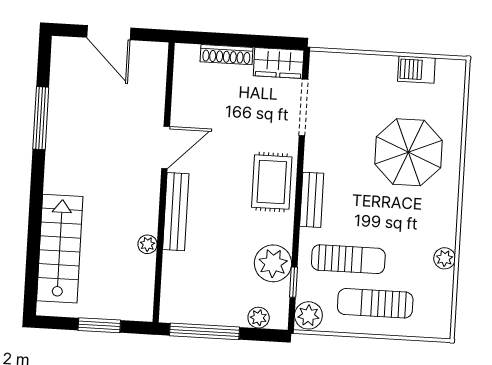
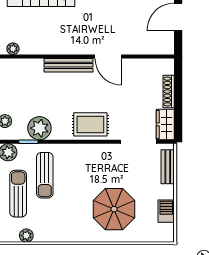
bench: (312, 200) -> (168, 167), moved, turned 90
plant: (147, 244) -> (13, 49), moved
plant: (445, 258) -> (26, 236), moved

